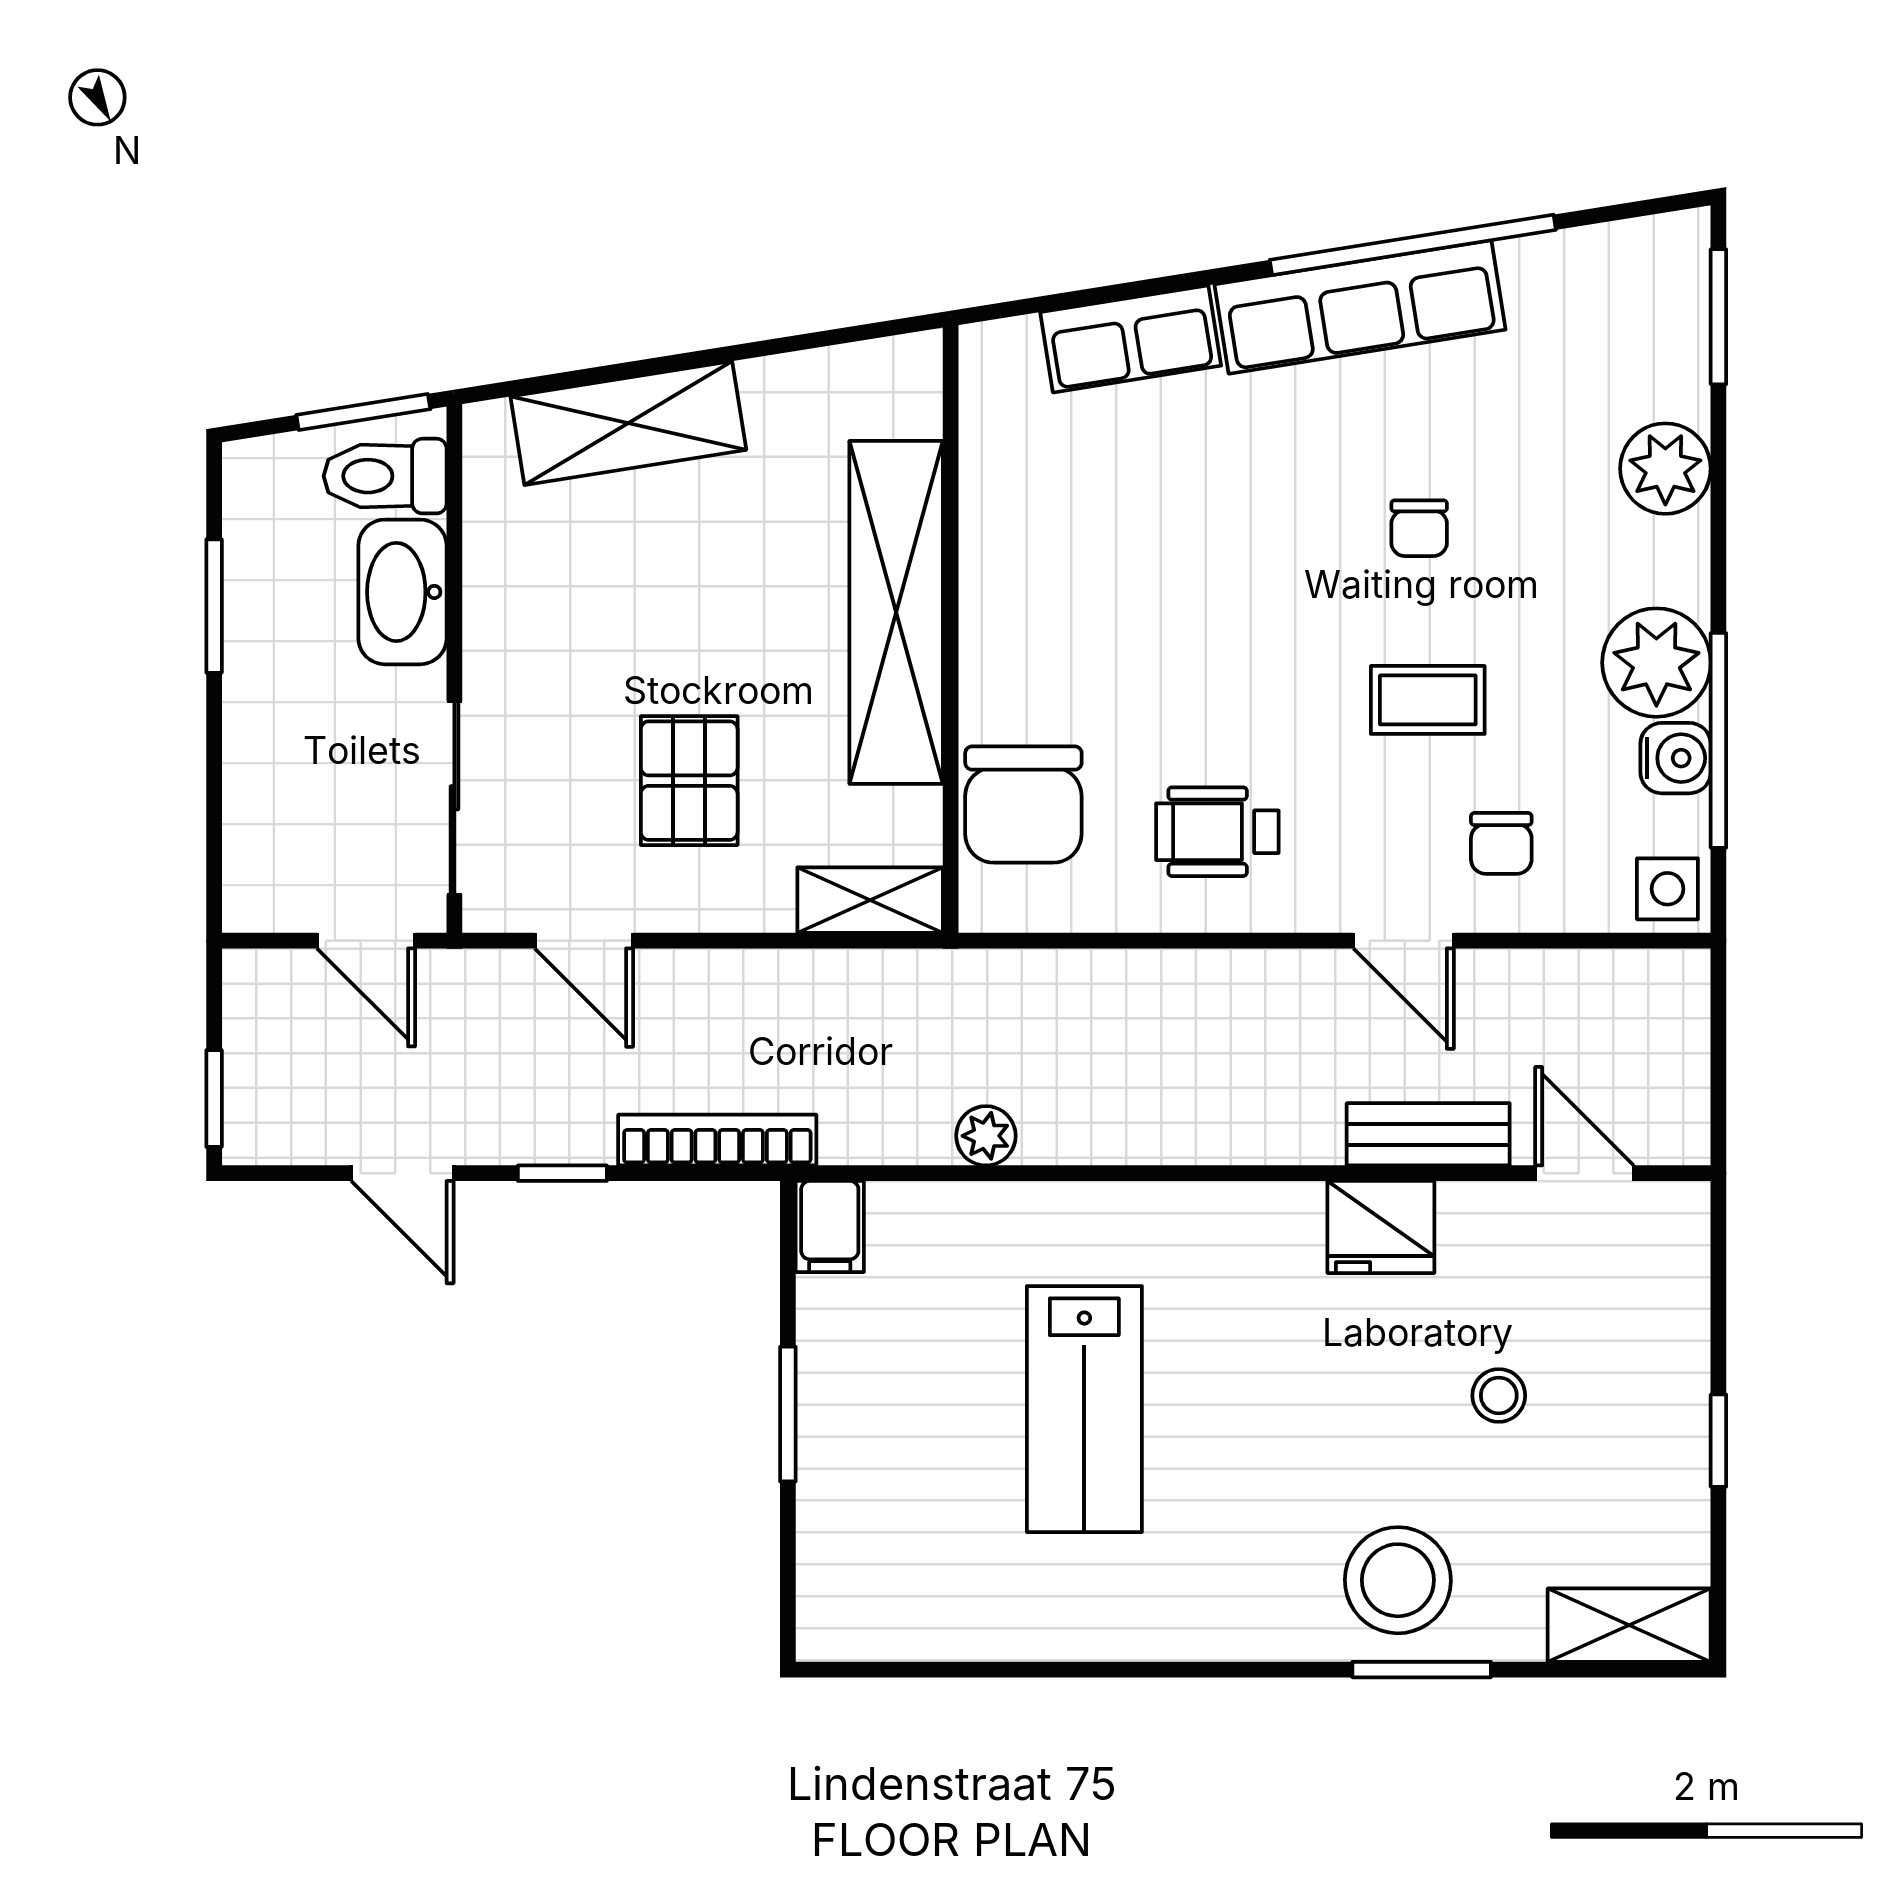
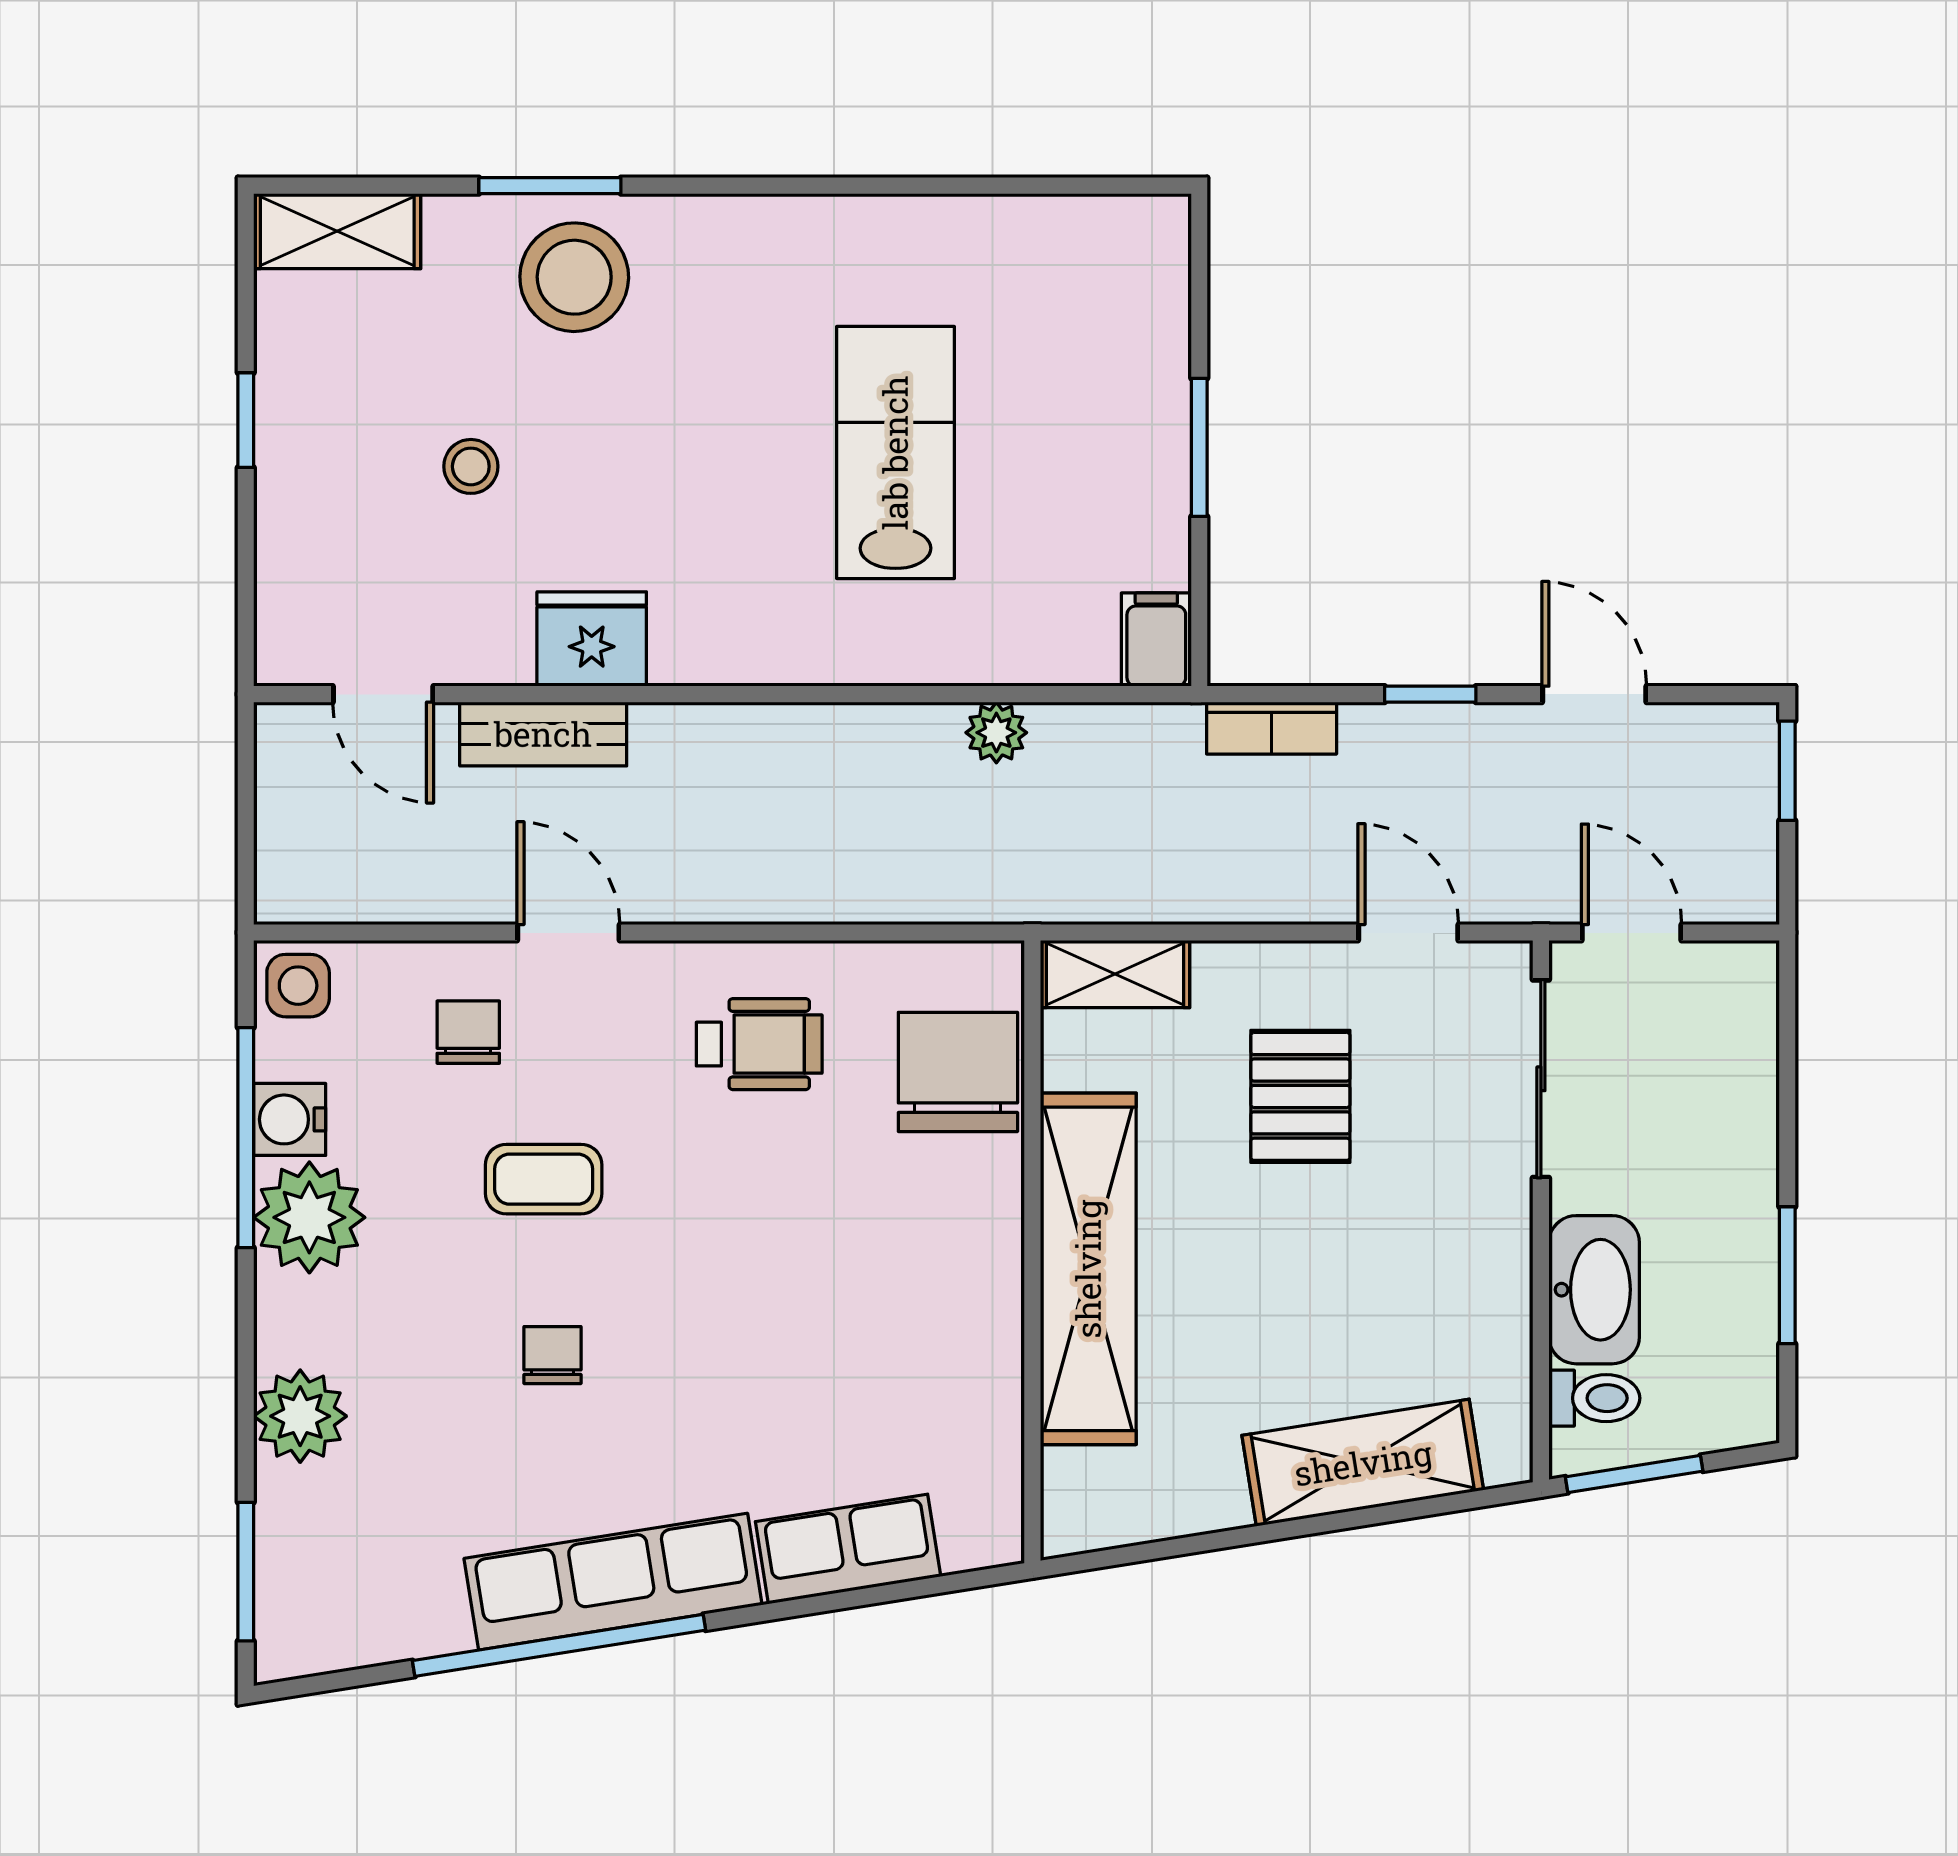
toilet: (385, 476) -> (1594, 1398), width x0.73, depth x0.72
bookcase: (717, 1140) -> (1272, 728), width x0.64

